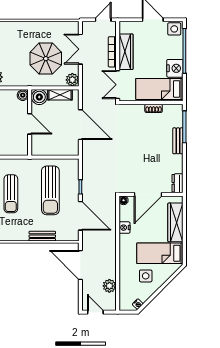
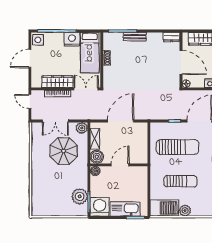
double door: (118, 85) -> (86, 89), swing flipped

